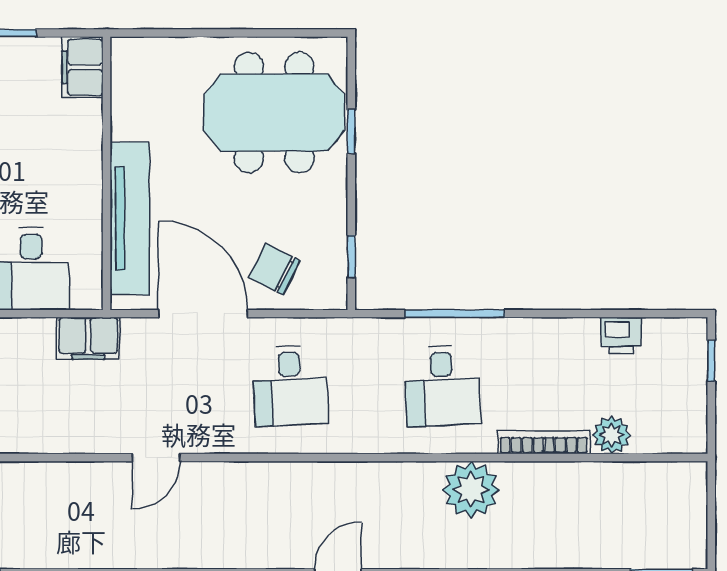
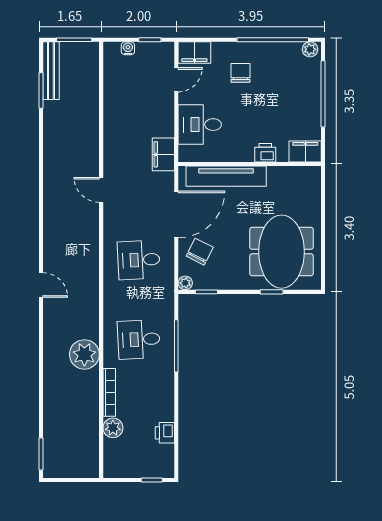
printer: (85, 143) -> (265, 153), added
plant: (334, 297) -> (185, 283), added

